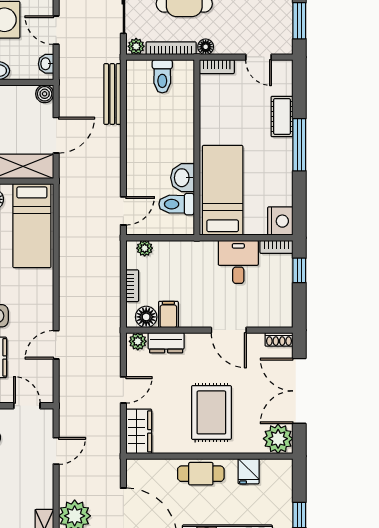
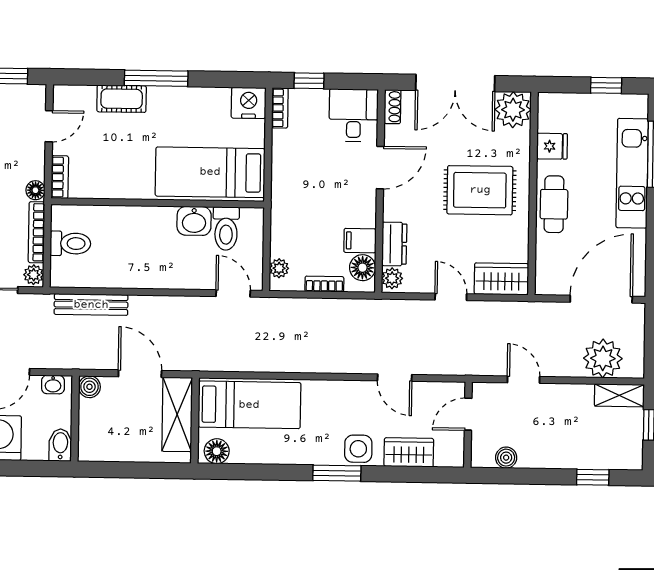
desk: (238, 262) -> (354, 115), moved, turned 90

